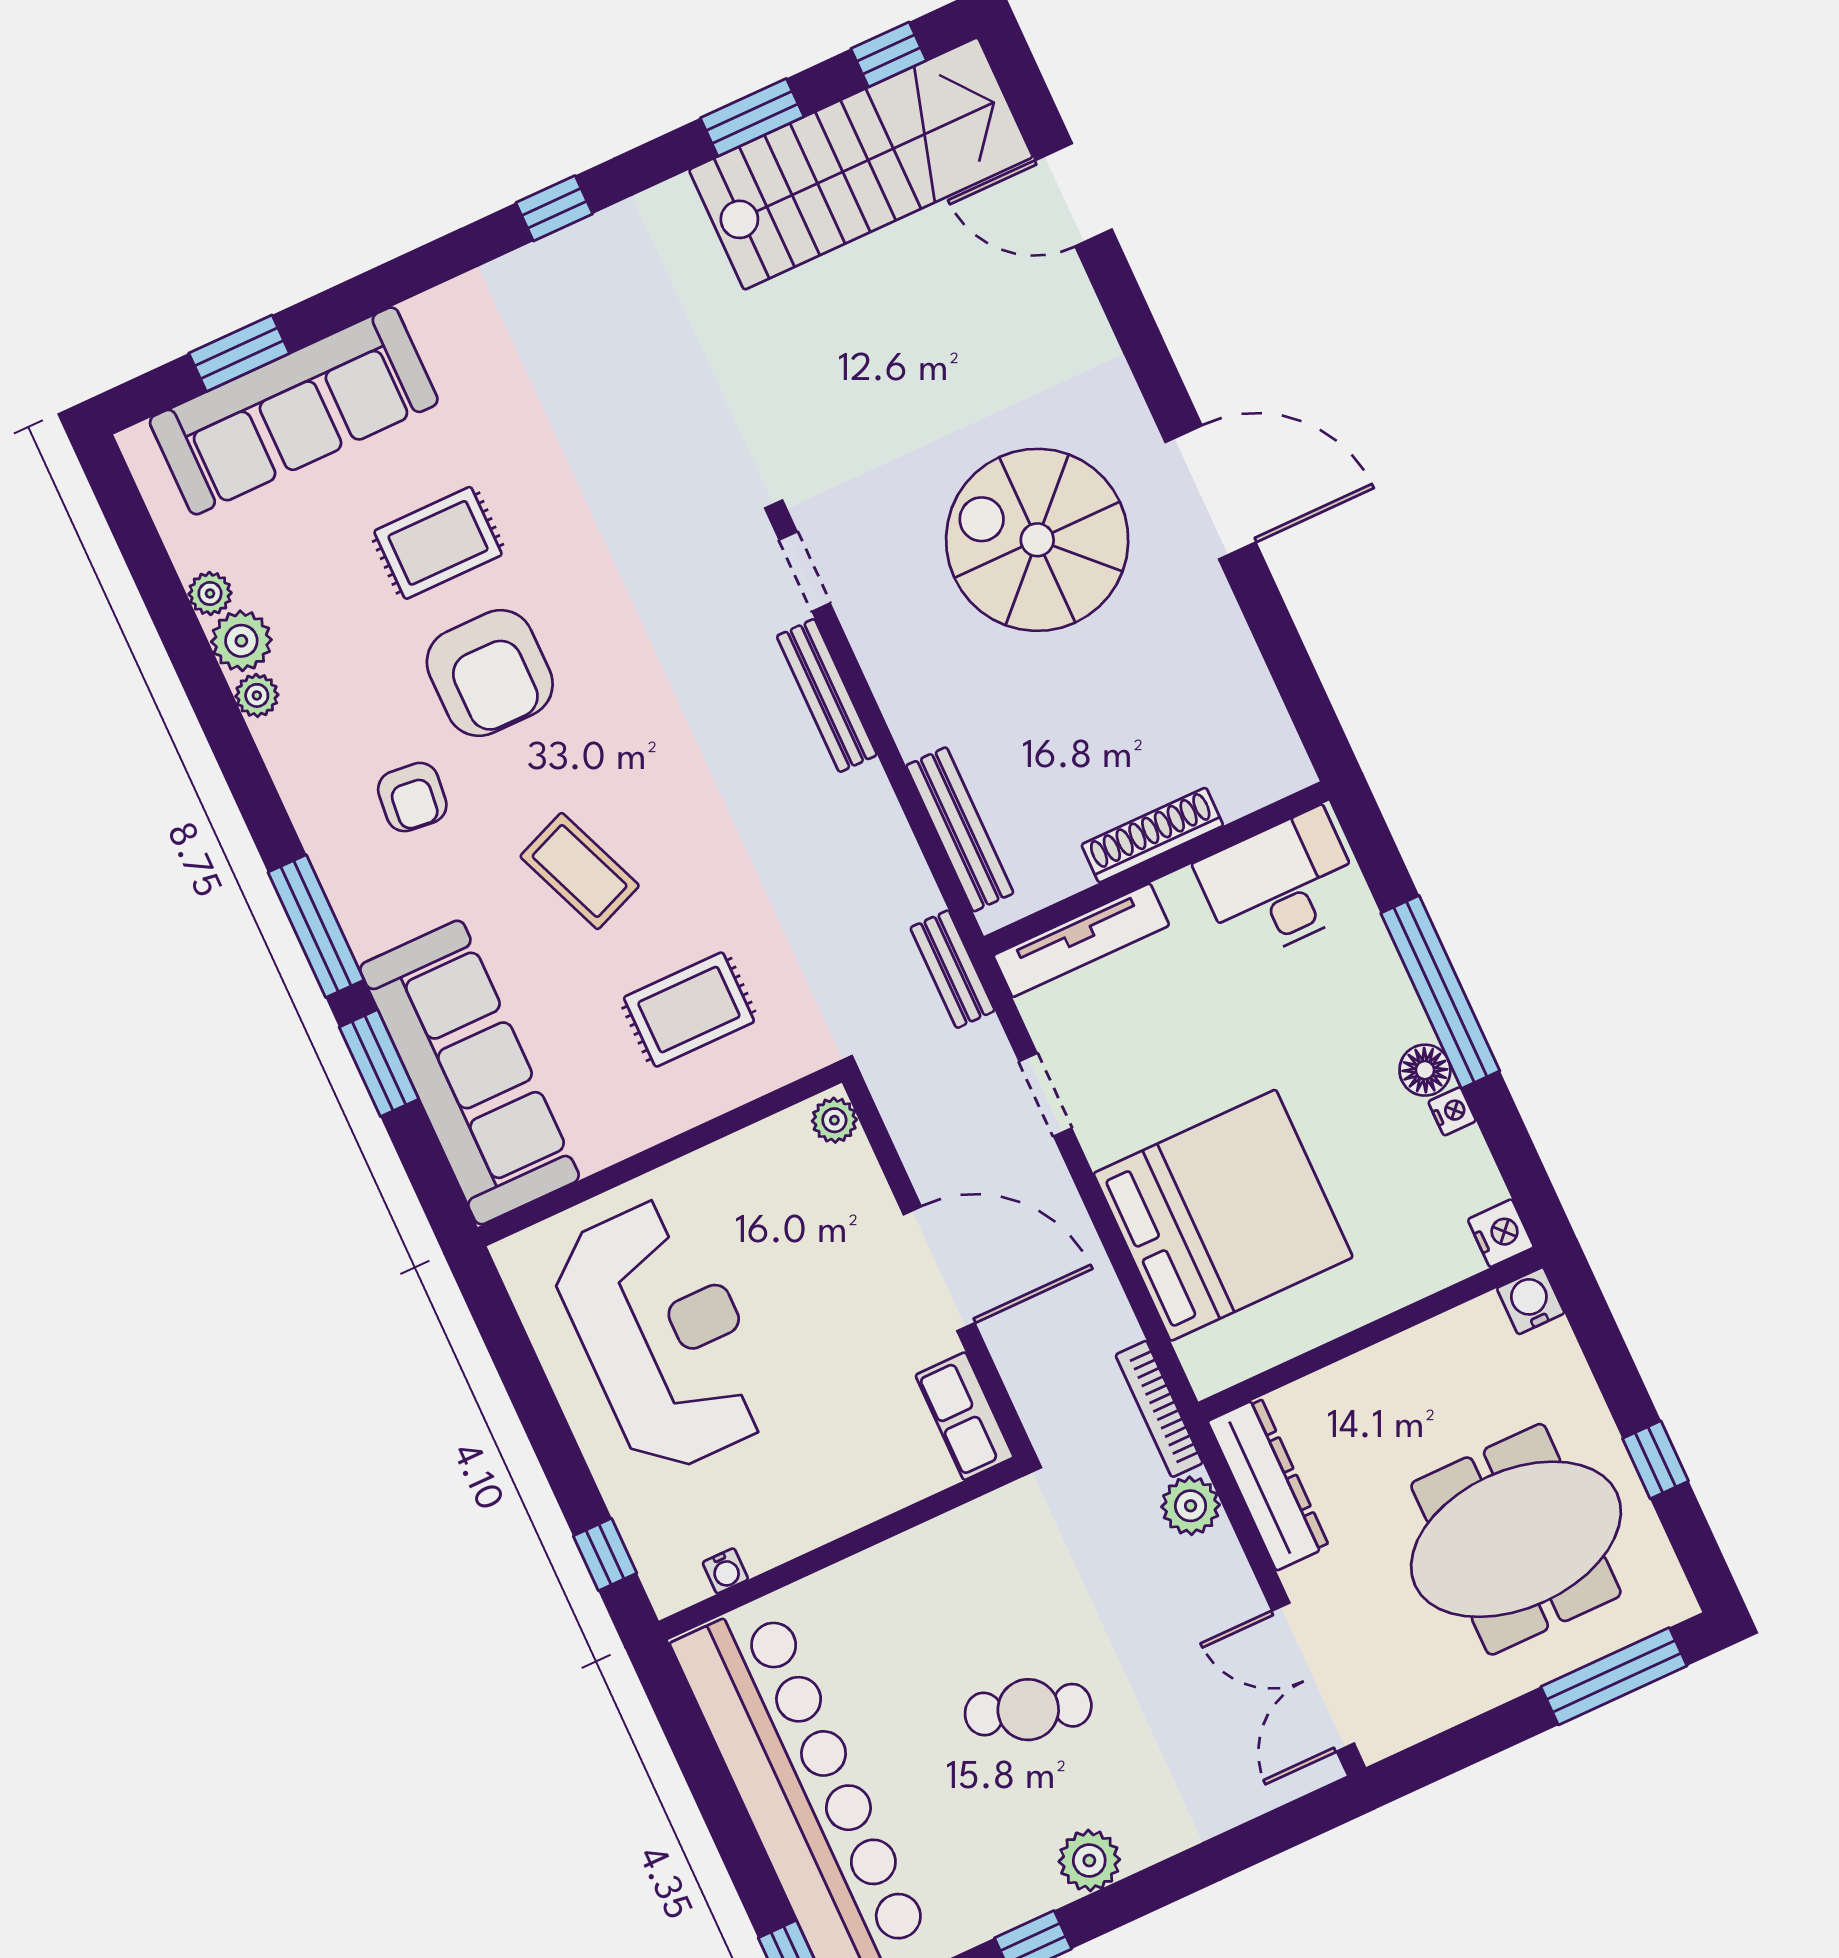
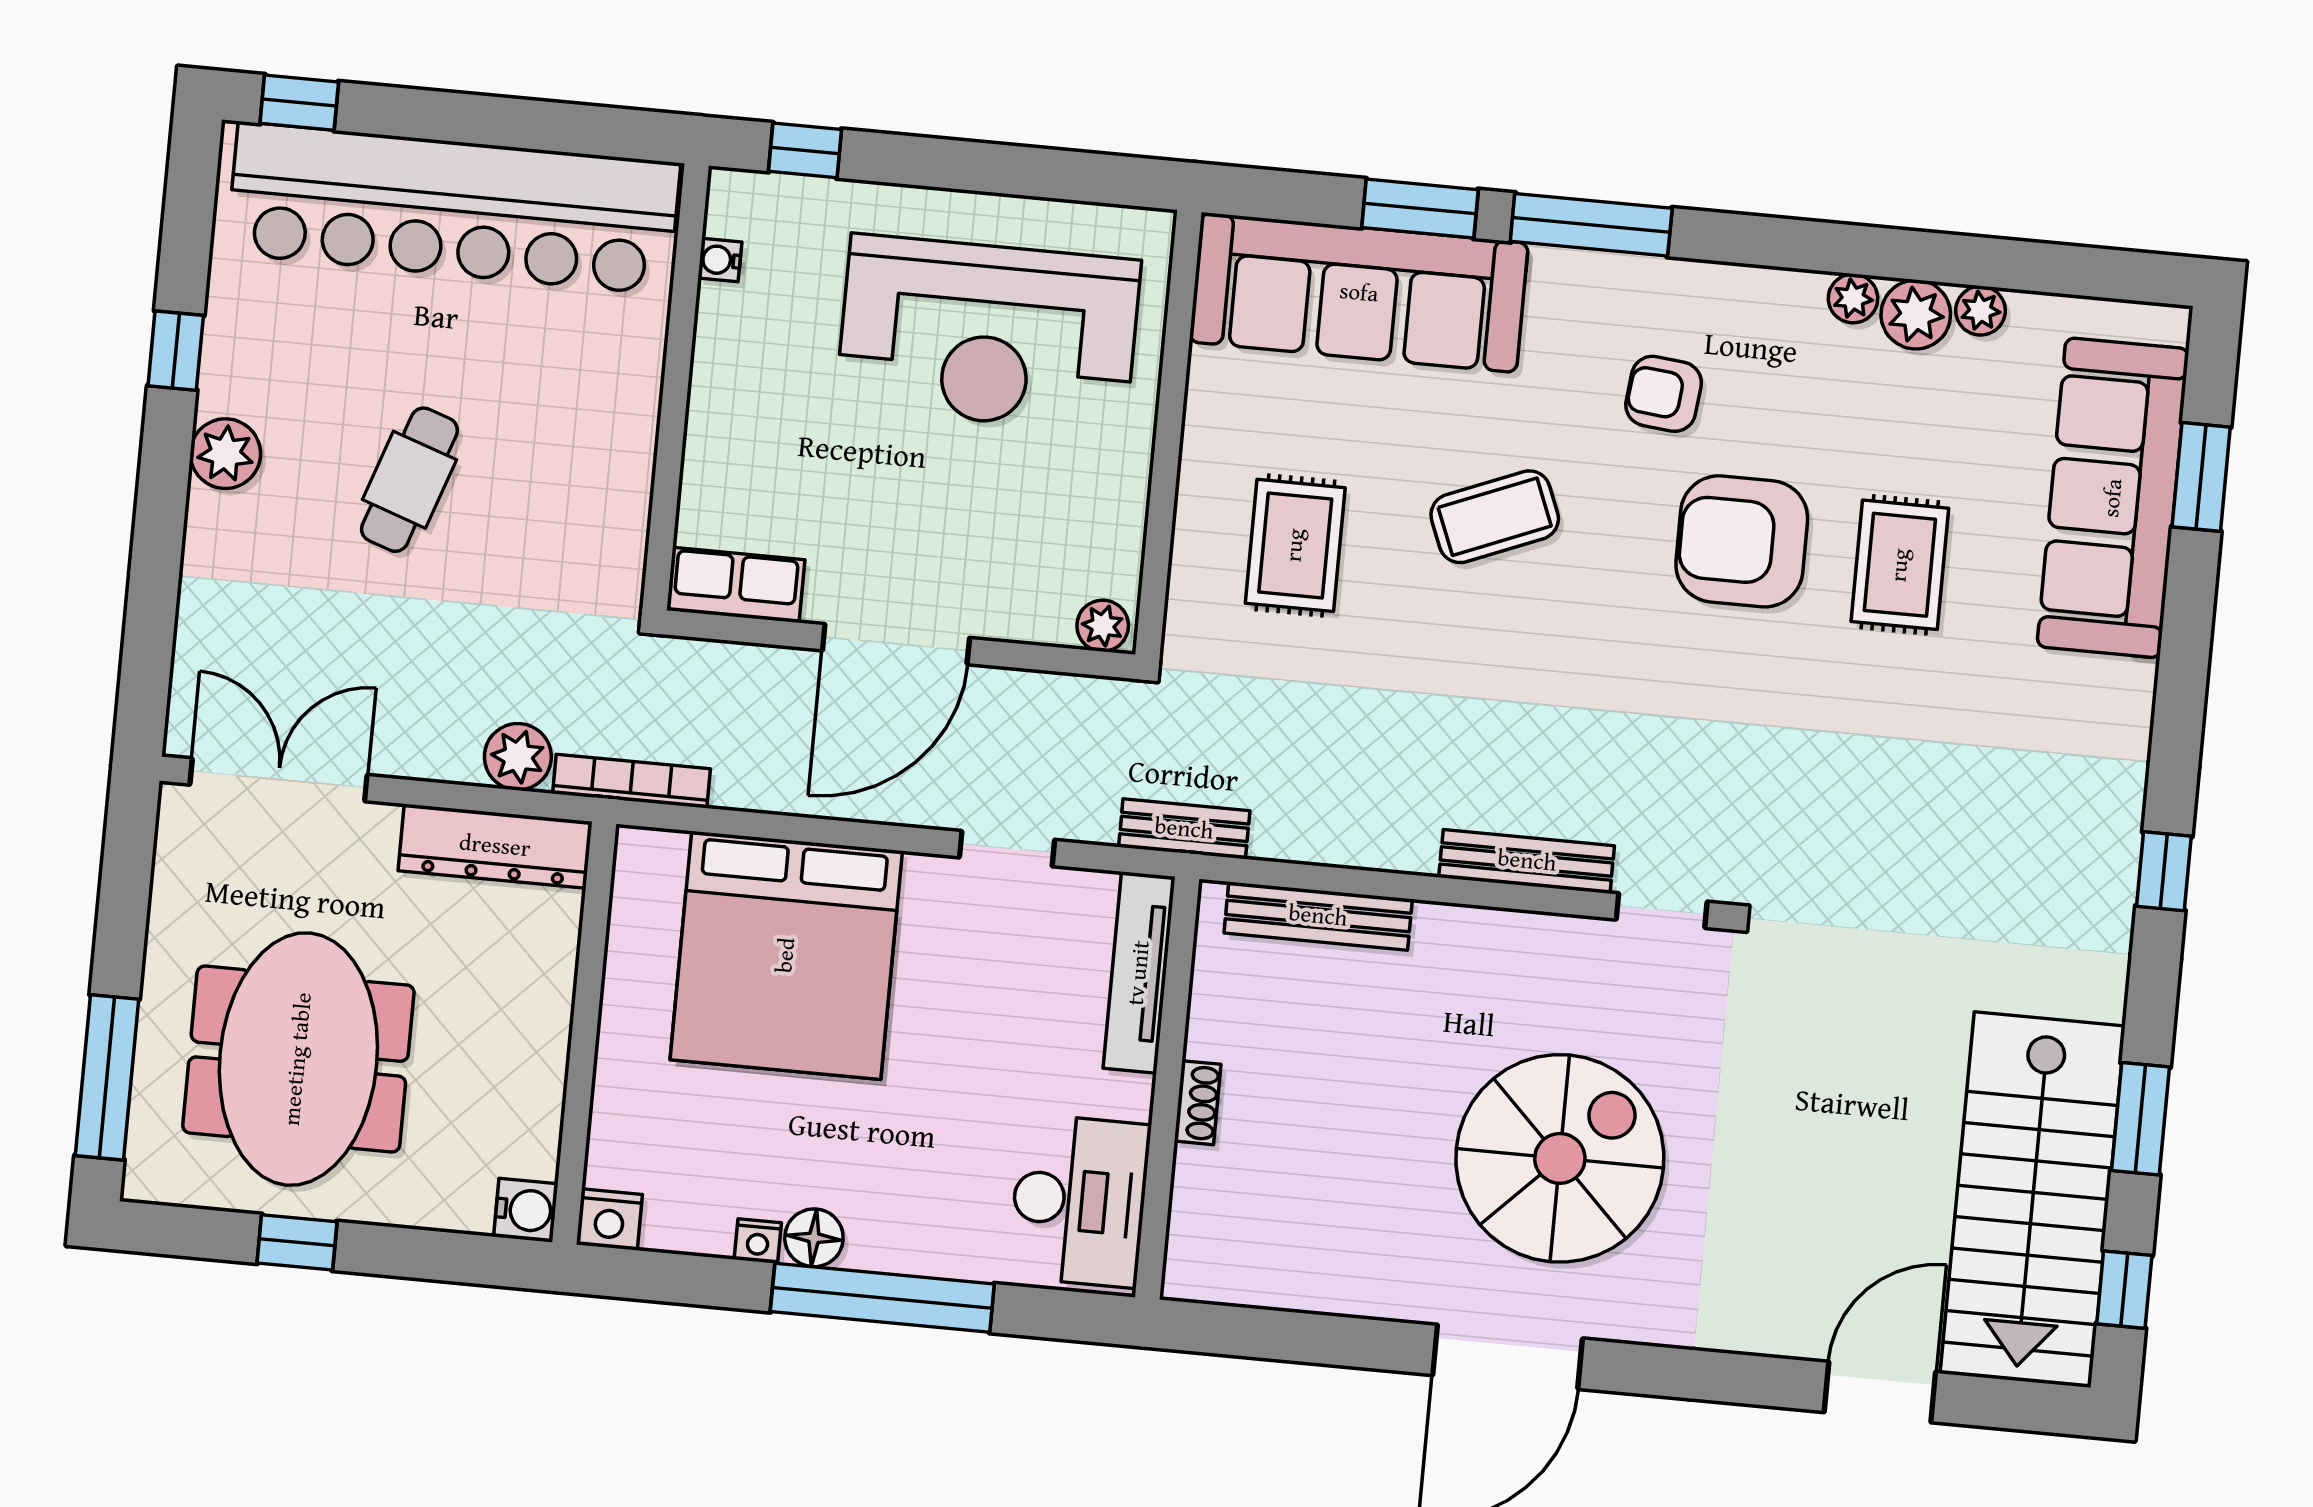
shoe rack: (1152, 835) -> (1198, 1103), width x0.51, depth x0.81

